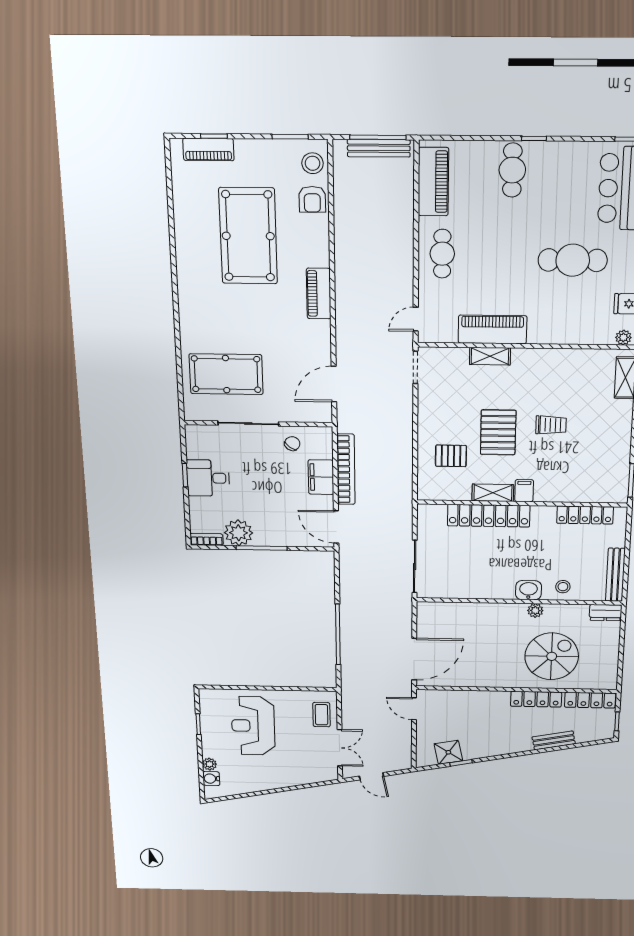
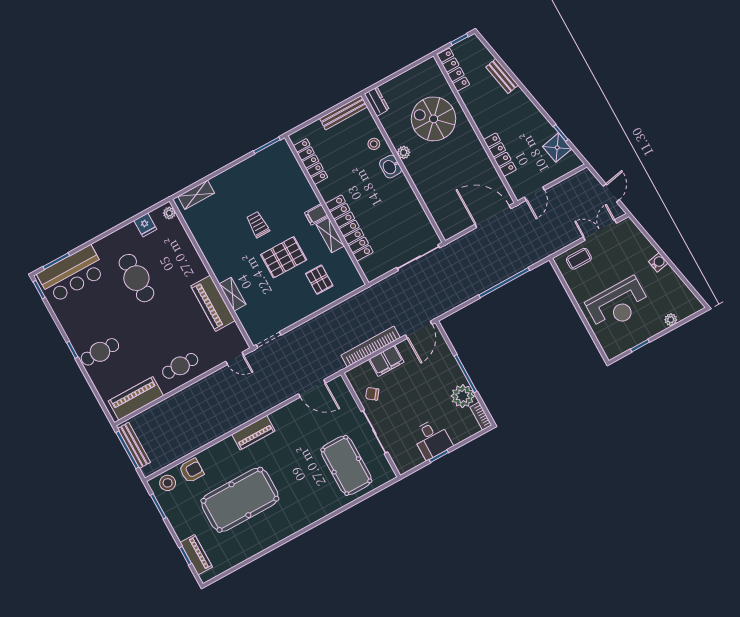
locker: (536, 699) -> (500, 155), moved
water cooler: (211, 779) -> (658, 262), moved, turned -101

